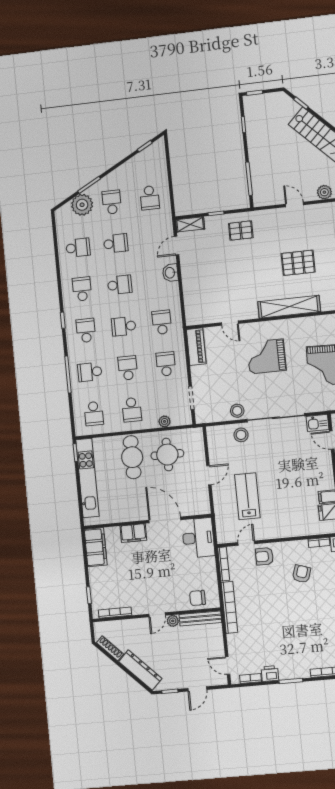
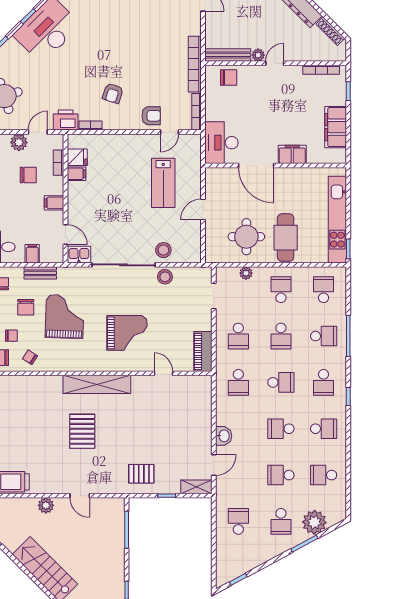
pallet: (298, 263) -> (82, 431), turned 90
school desk: (82, 289) -> (324, 429), turned -90
filing cabinet: (96, 547) -> (336, 127), moved

